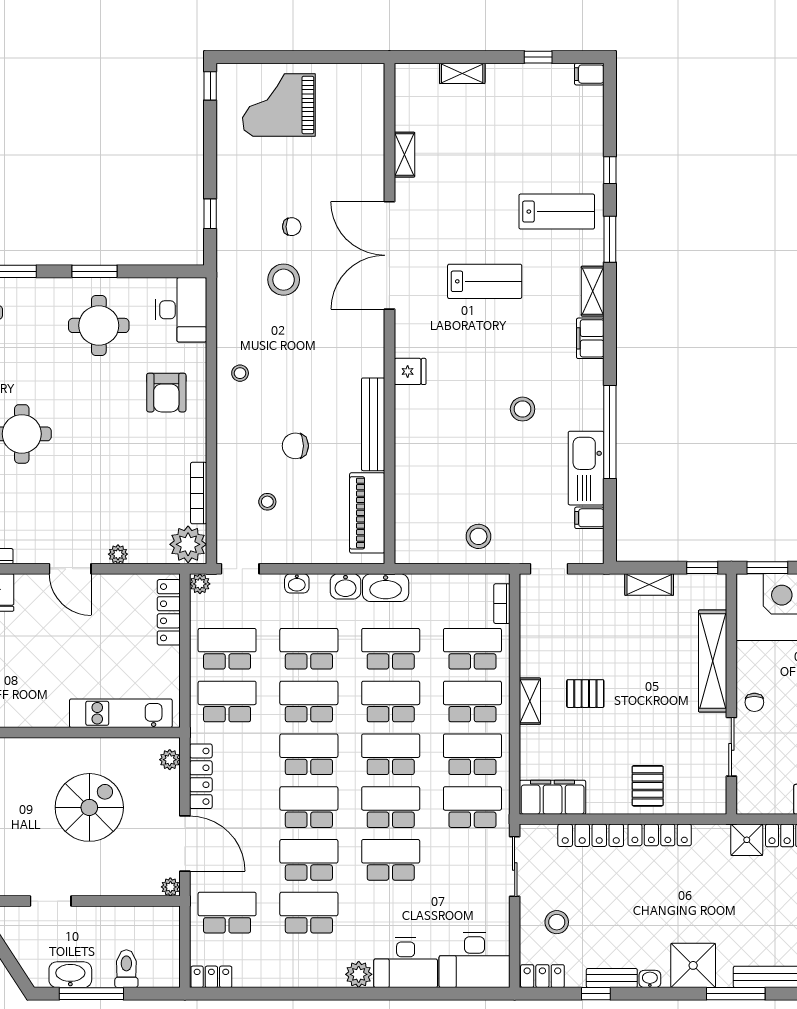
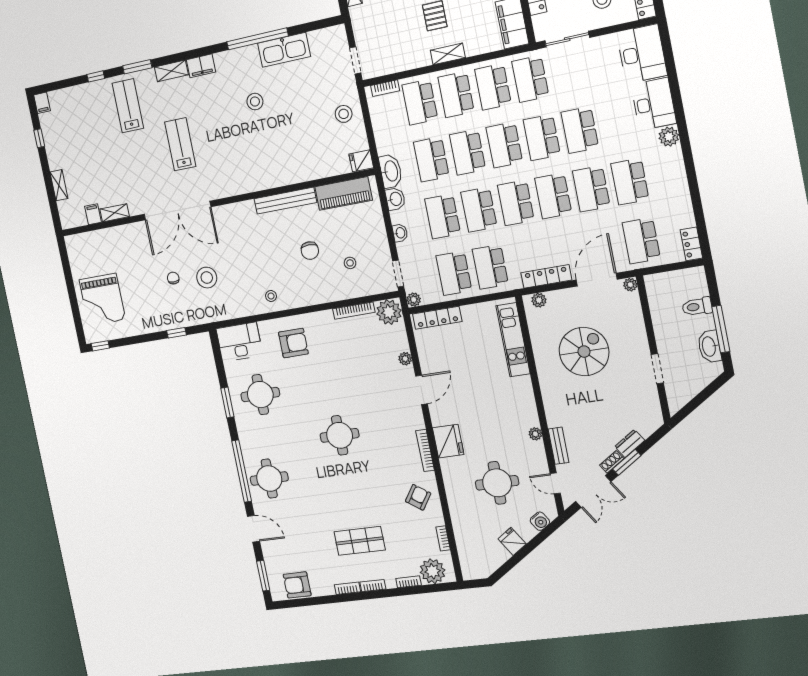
fridge: (410, 371) -> (361, 161), moved, turned -90
filing cabinet: (589, 518) -> (93, 214), moved, turned 180
spiral stairs: (89, 807) -> (584, 352), turned 90

